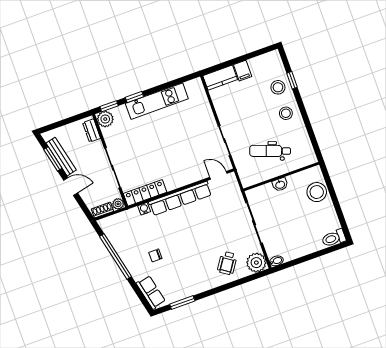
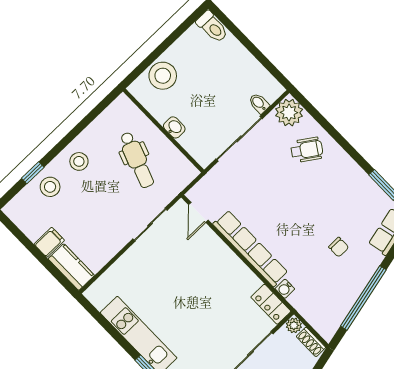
locker: (145, 193) -> (271, 304), width x0.66
bidet: (276, 261) -> (259, 103), moved

